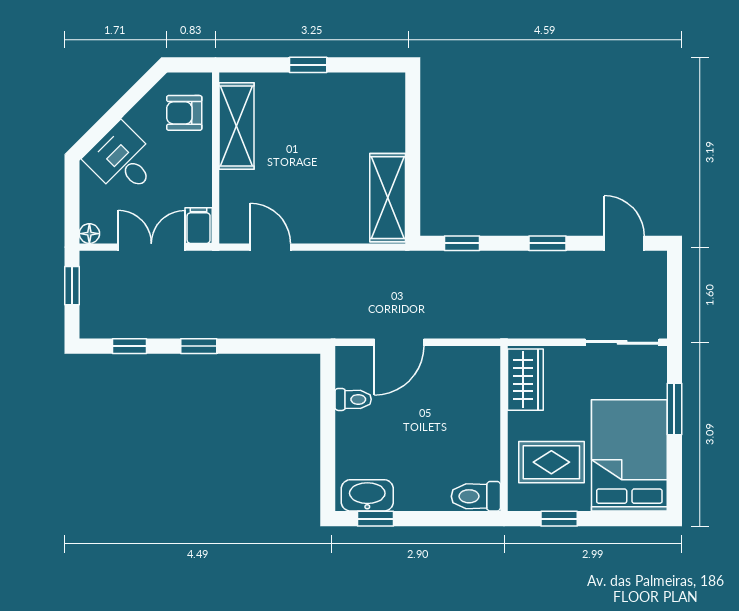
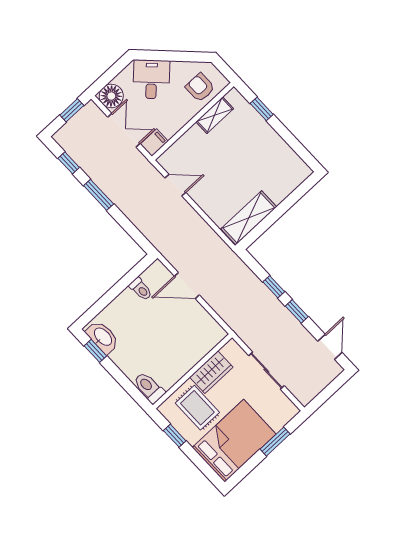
window: (308, 65) -> (262, 109), moved
shelving: (237, 126) -> (215, 115), width x0.67, depth x0.75
floor lamp: (89, 234) -> (111, 96), width x1.89, depth x1.89
window: (462, 243) -> (274, 287), moved
door: (270, 247) -> (175, 185), hinge flipped
sliding door: (622, 342) -> (266, 371), moved
window: (199, 346) -> (99, 195), width x1.50
wardrobe: (525, 380) -> (211, 372), moved

